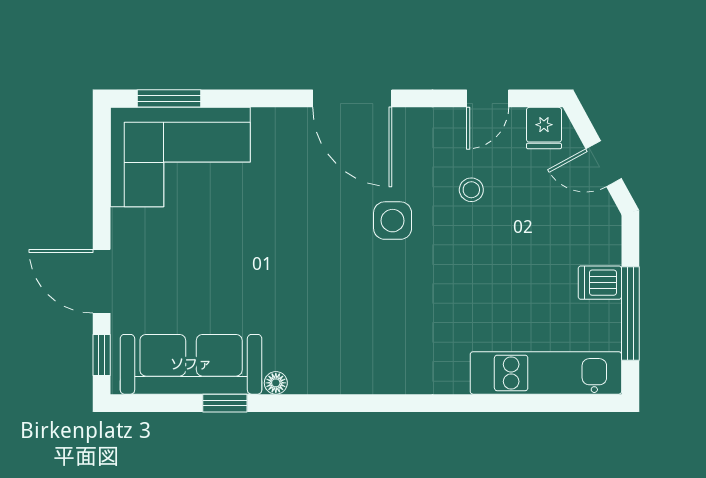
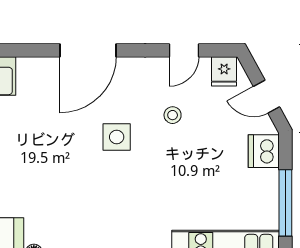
door: (352, 98) -> (88, 50), hinge flipped
dishwasher: (600, 283) -> (264, 151), moved, width x1.38

